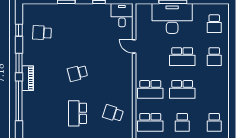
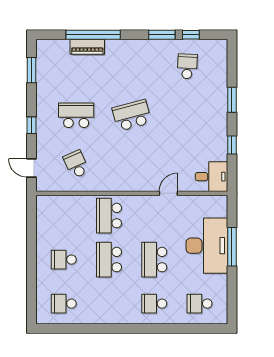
window: (19, 63) -> (162, 35), moved
school desk: (77, 73) -> (132, 115), width x1.85
piano: (28, 78) -> (87, 47), moved
school desk: (113, 113) -> (76, 164), turned -42
school desk: (150, 122) -> (64, 216), removed

